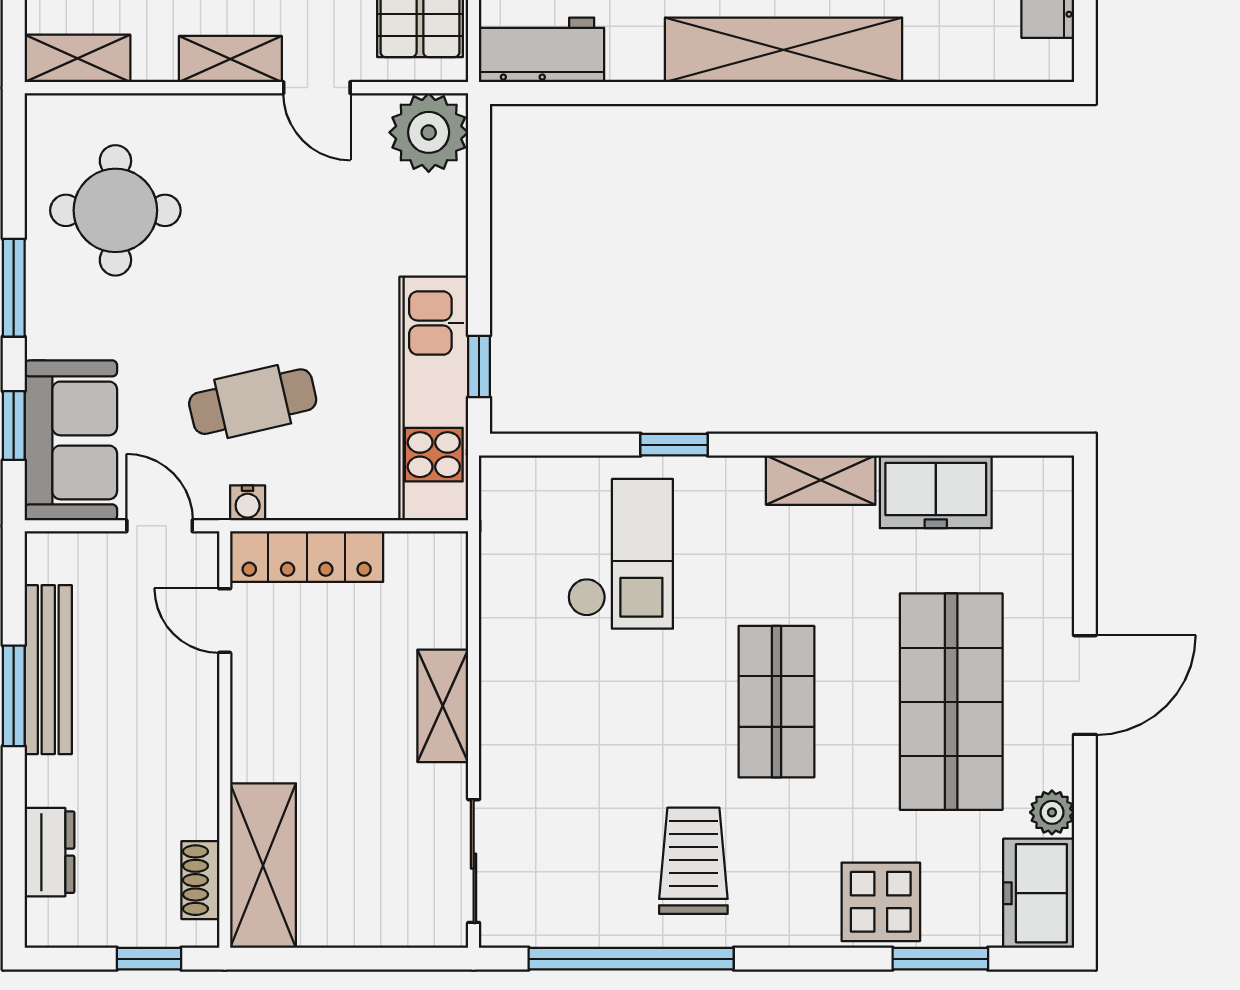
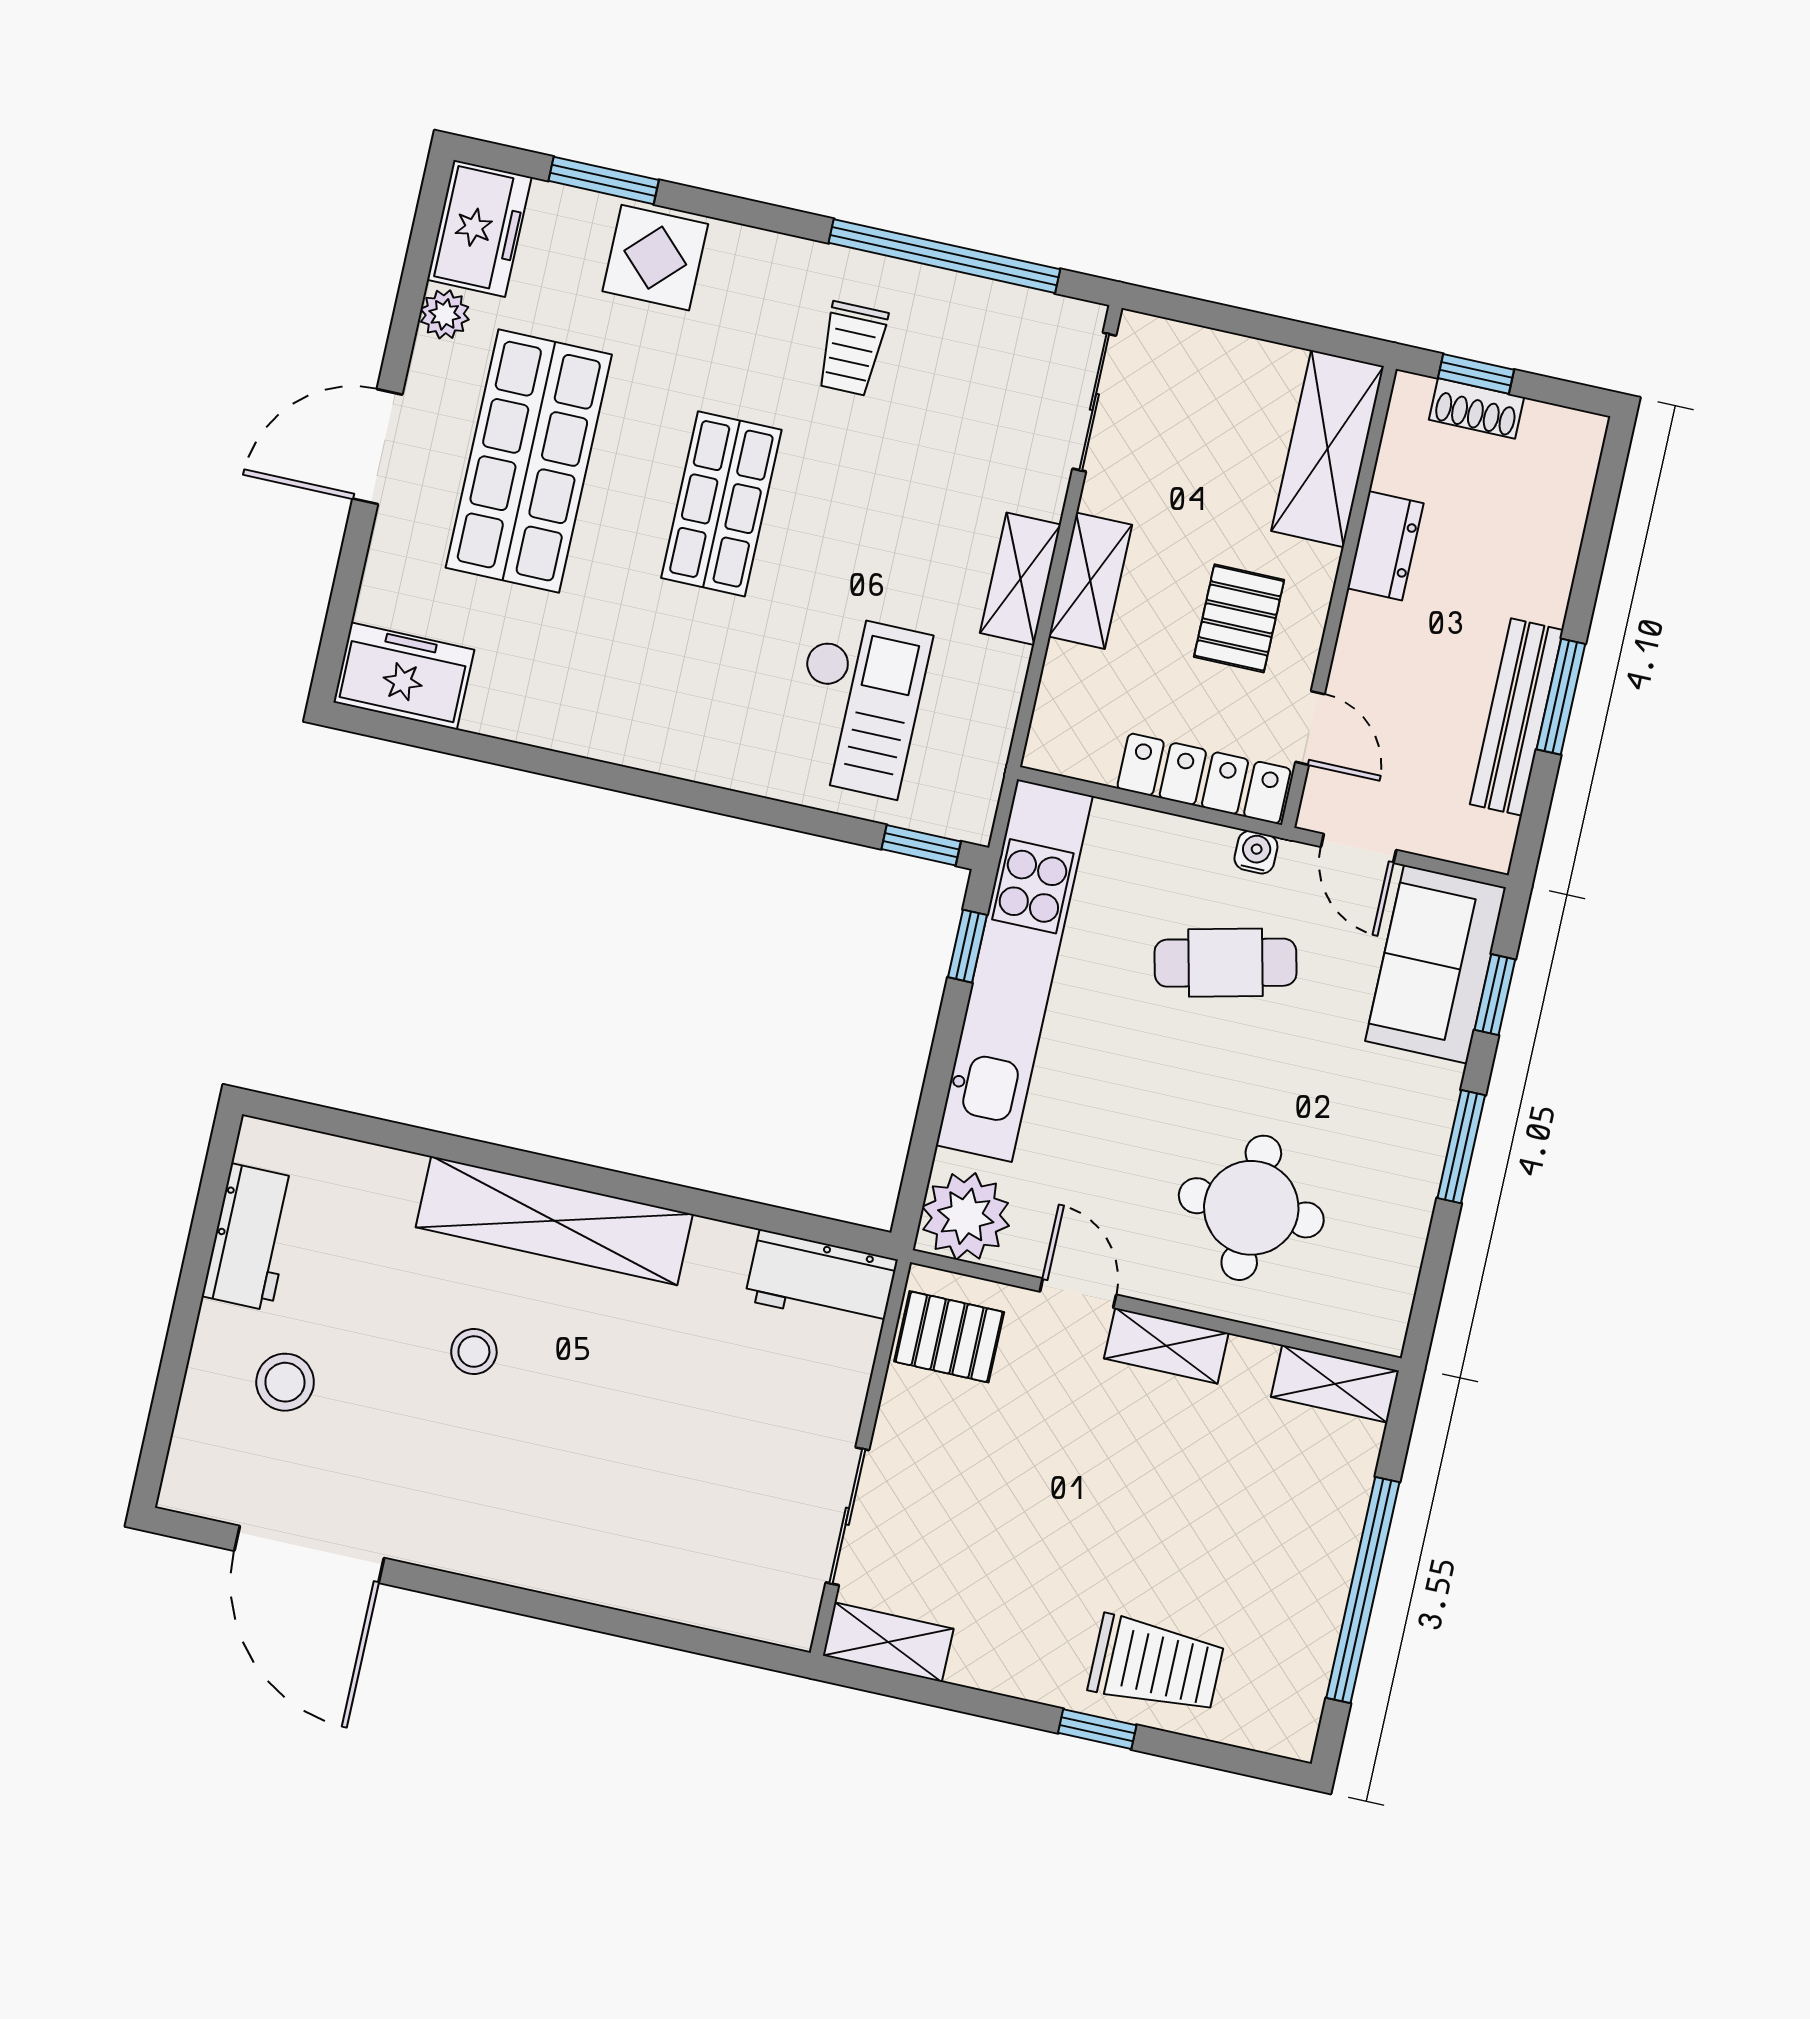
round table: (115, 210) -> (1251, 1208), moved
kitchen unit: (434, 399) -> (1014, 971), width x1.36
window: (674, 445) -> (921, 845), moved
shelving: (821, 480) -> (1020, 579), moved, turned 90
freezer: (936, 492) -> (404, 676), moved
checkout: (620, 554) -> (857, 705), turned 180
pallet: (307, 702) -> (1239, 618), added
dresser: (49, 852) -> (1385, 546), moved, turned 180
trolley: (693, 861) -> (852, 349), width x0.73, depth x0.72
shoe rack: (200, 880) -> (1477, 408), moved, turned 90

